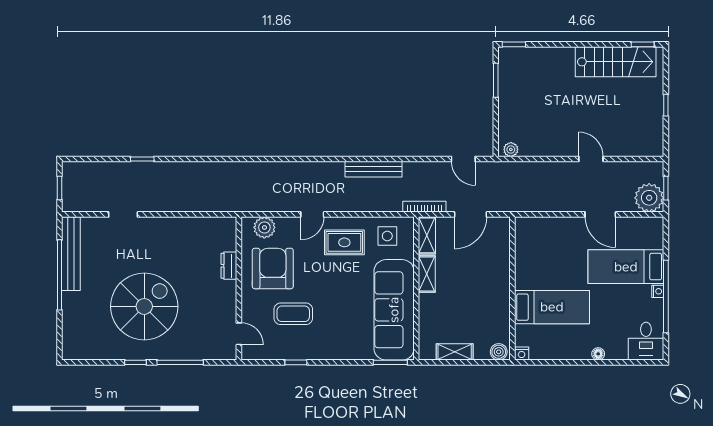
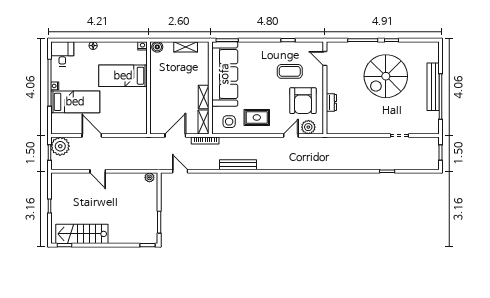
door: (312, 214) -> (291, 135), moved
bench: (71, 254) -> (433, 87), moved

